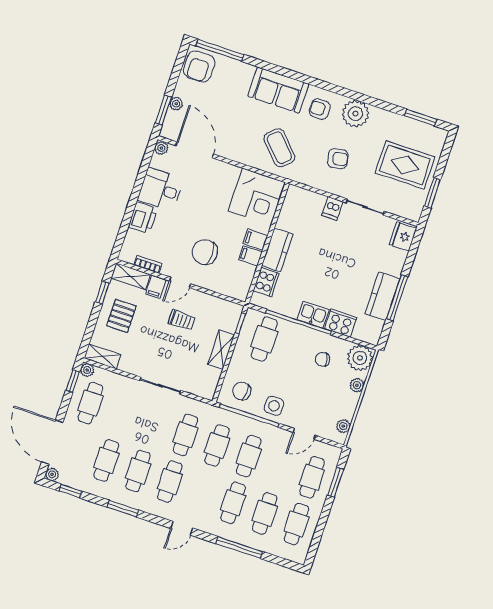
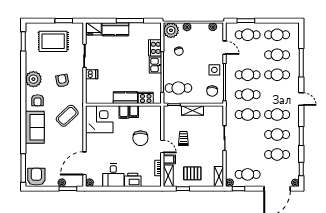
armchair: (199, 66) -> (36, 177), turned -90
rug: (405, 165) -> (53, 41), turned 90
kitchen counter: (382, 296) -> (115, 29), moved

